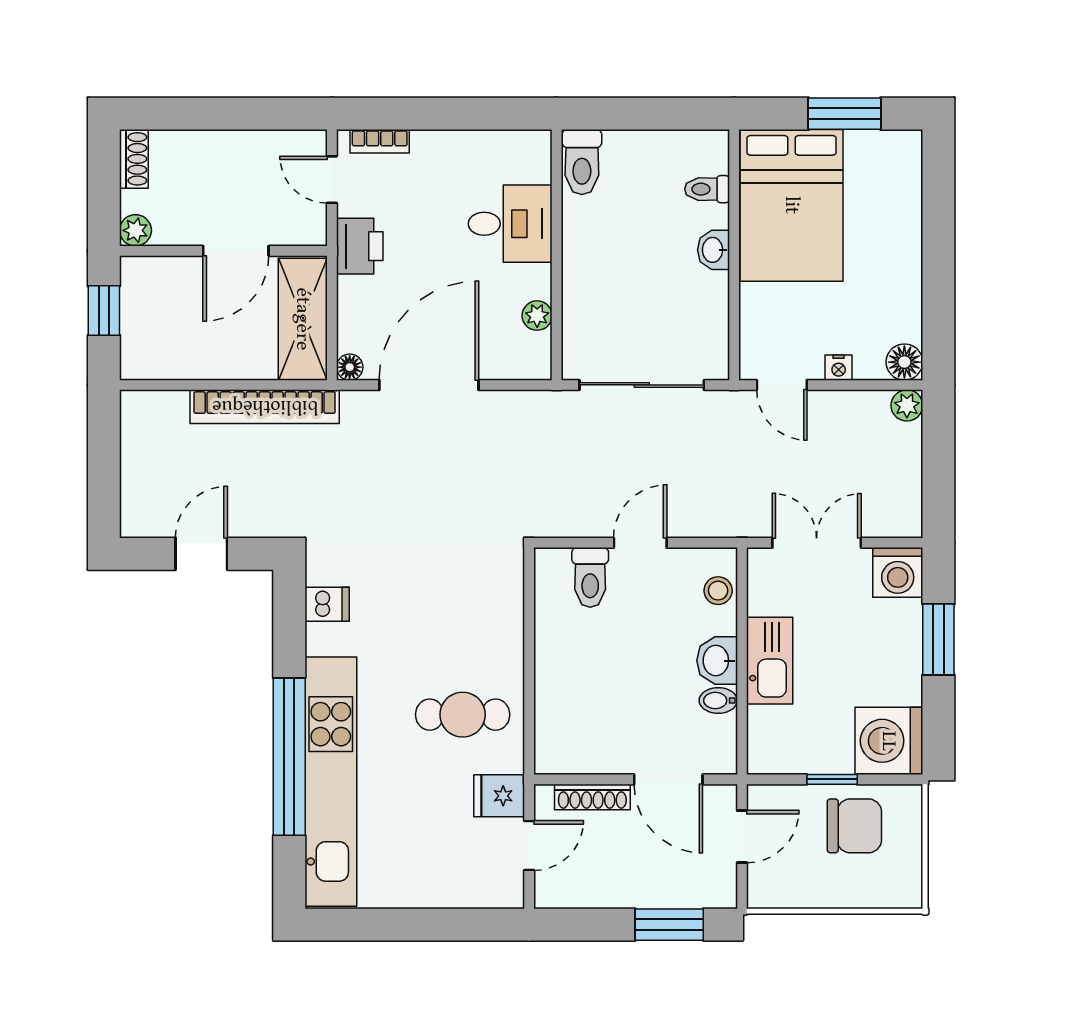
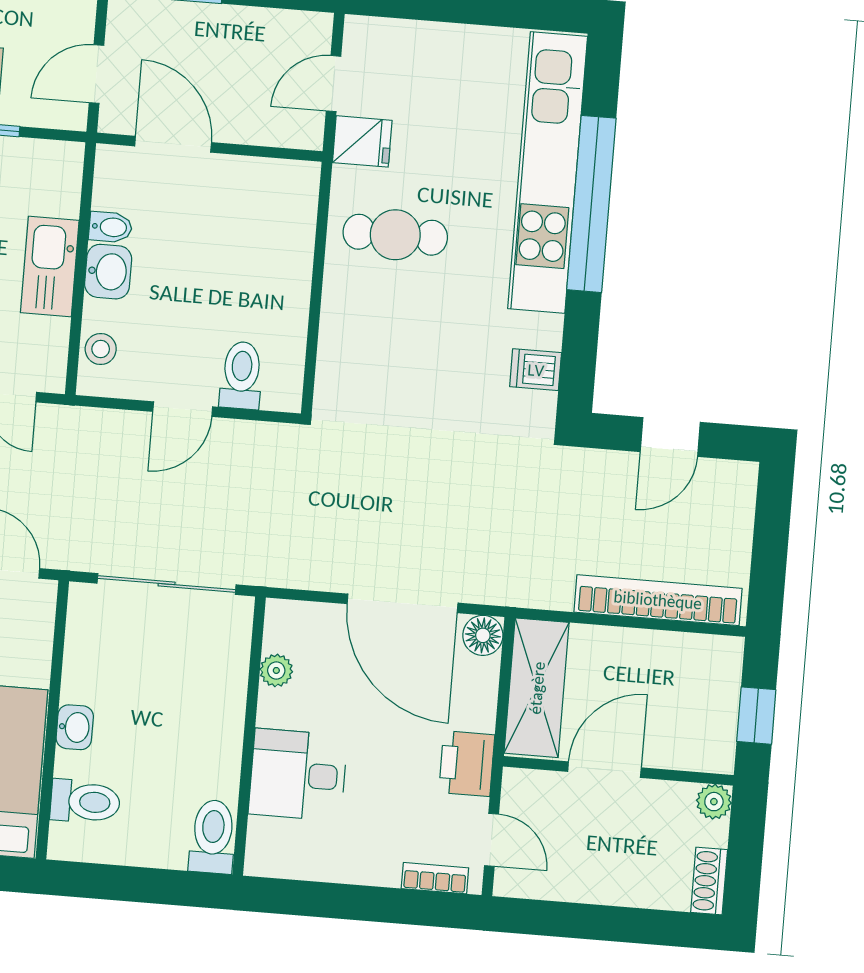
toilet: (707, 189) -> (85, 802), width x1.37, depth x1.39
floor lamp: (350, 367) -> (483, 635), width x1.37, depth x1.37
door: (429, 385) -> (403, 603), hinge flipped
bookcase: (265, 407) -> (658, 600), moved
shoe rack: (592, 797) -> (259, 132), removed

